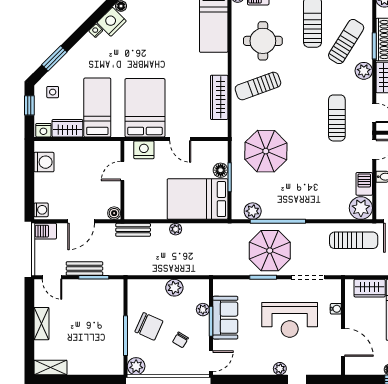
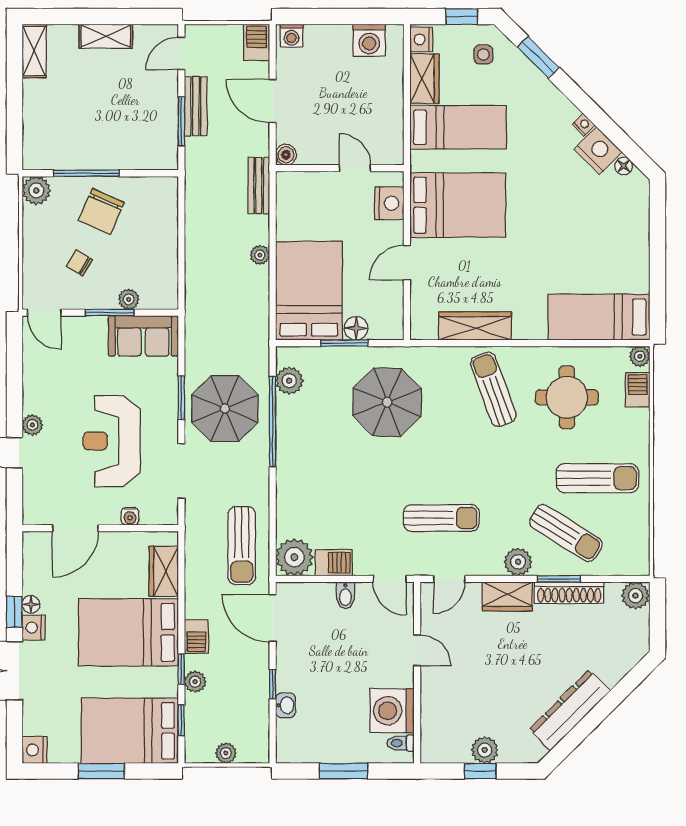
plant: (174, 288) -> (164, 253), removed
sofa: (225, 318) -> (143, 336), moved

